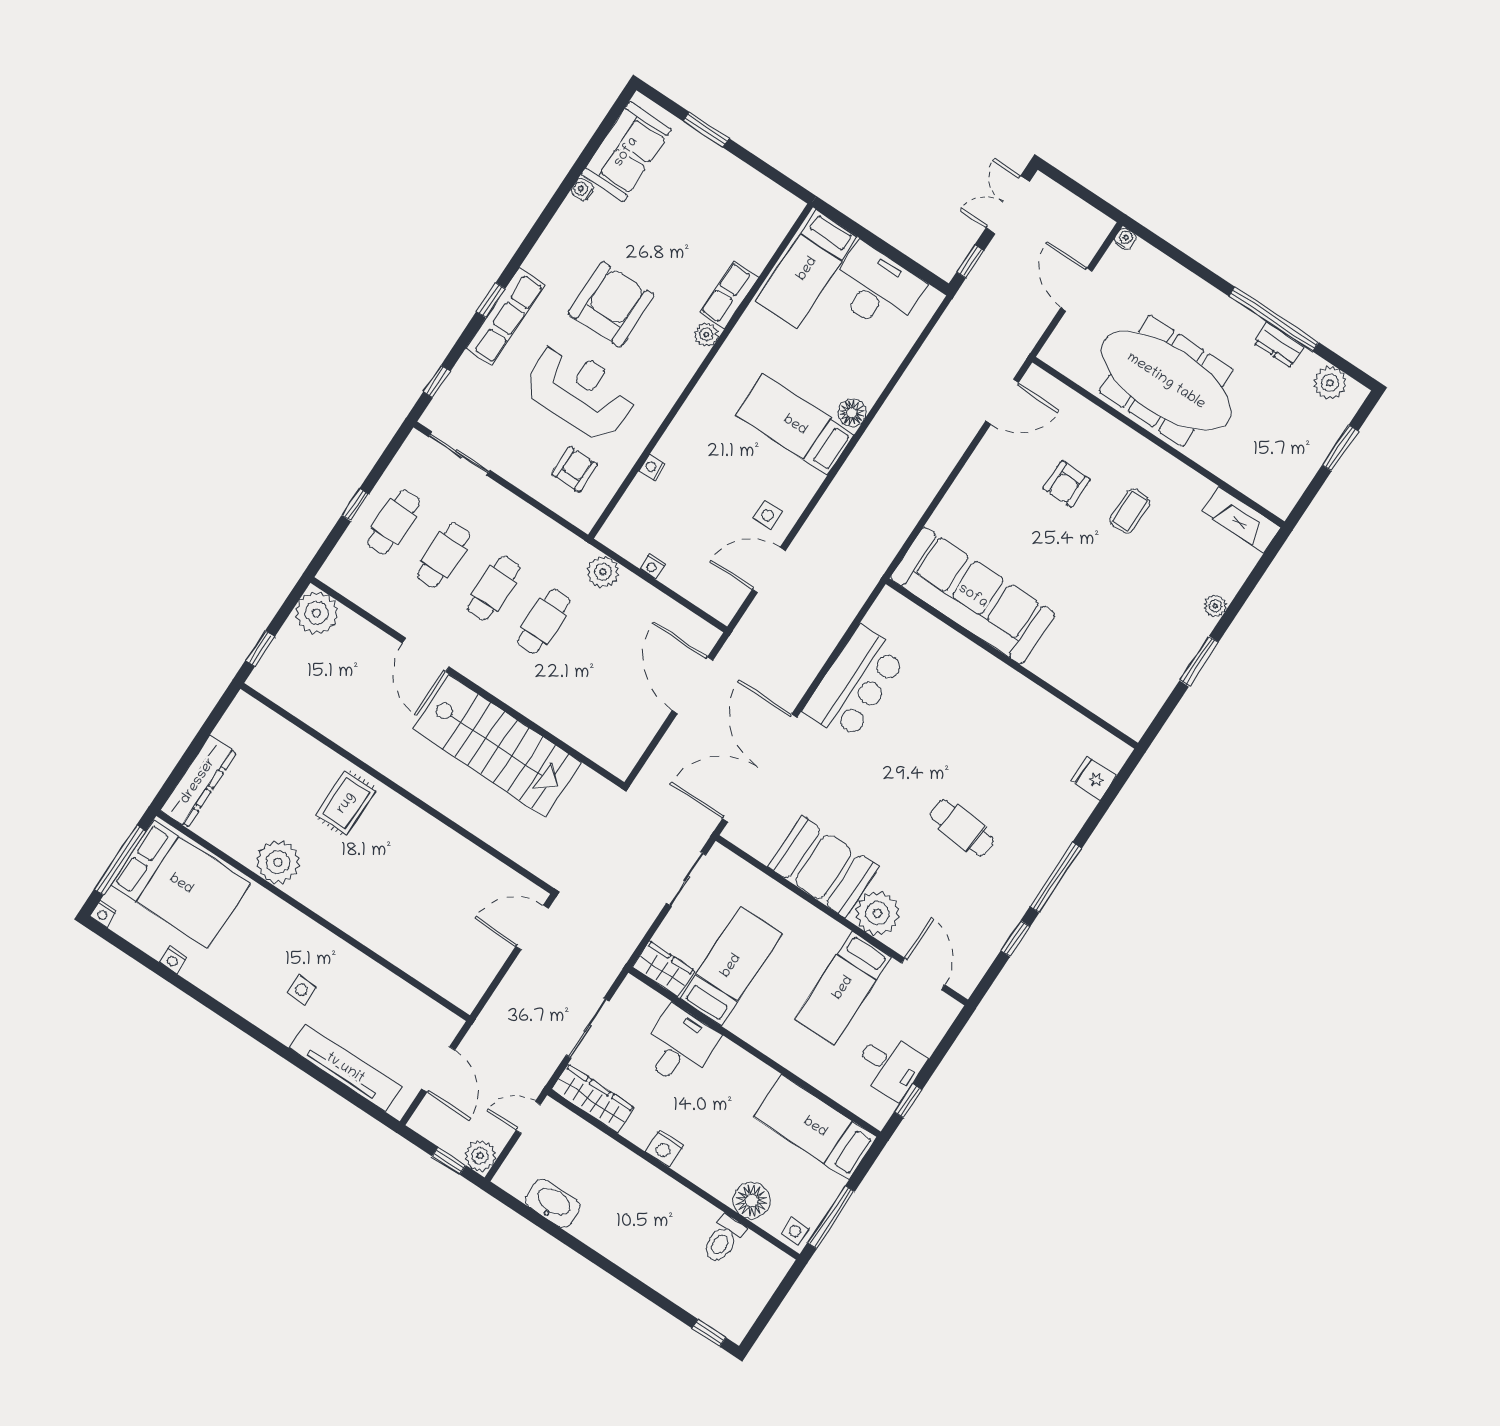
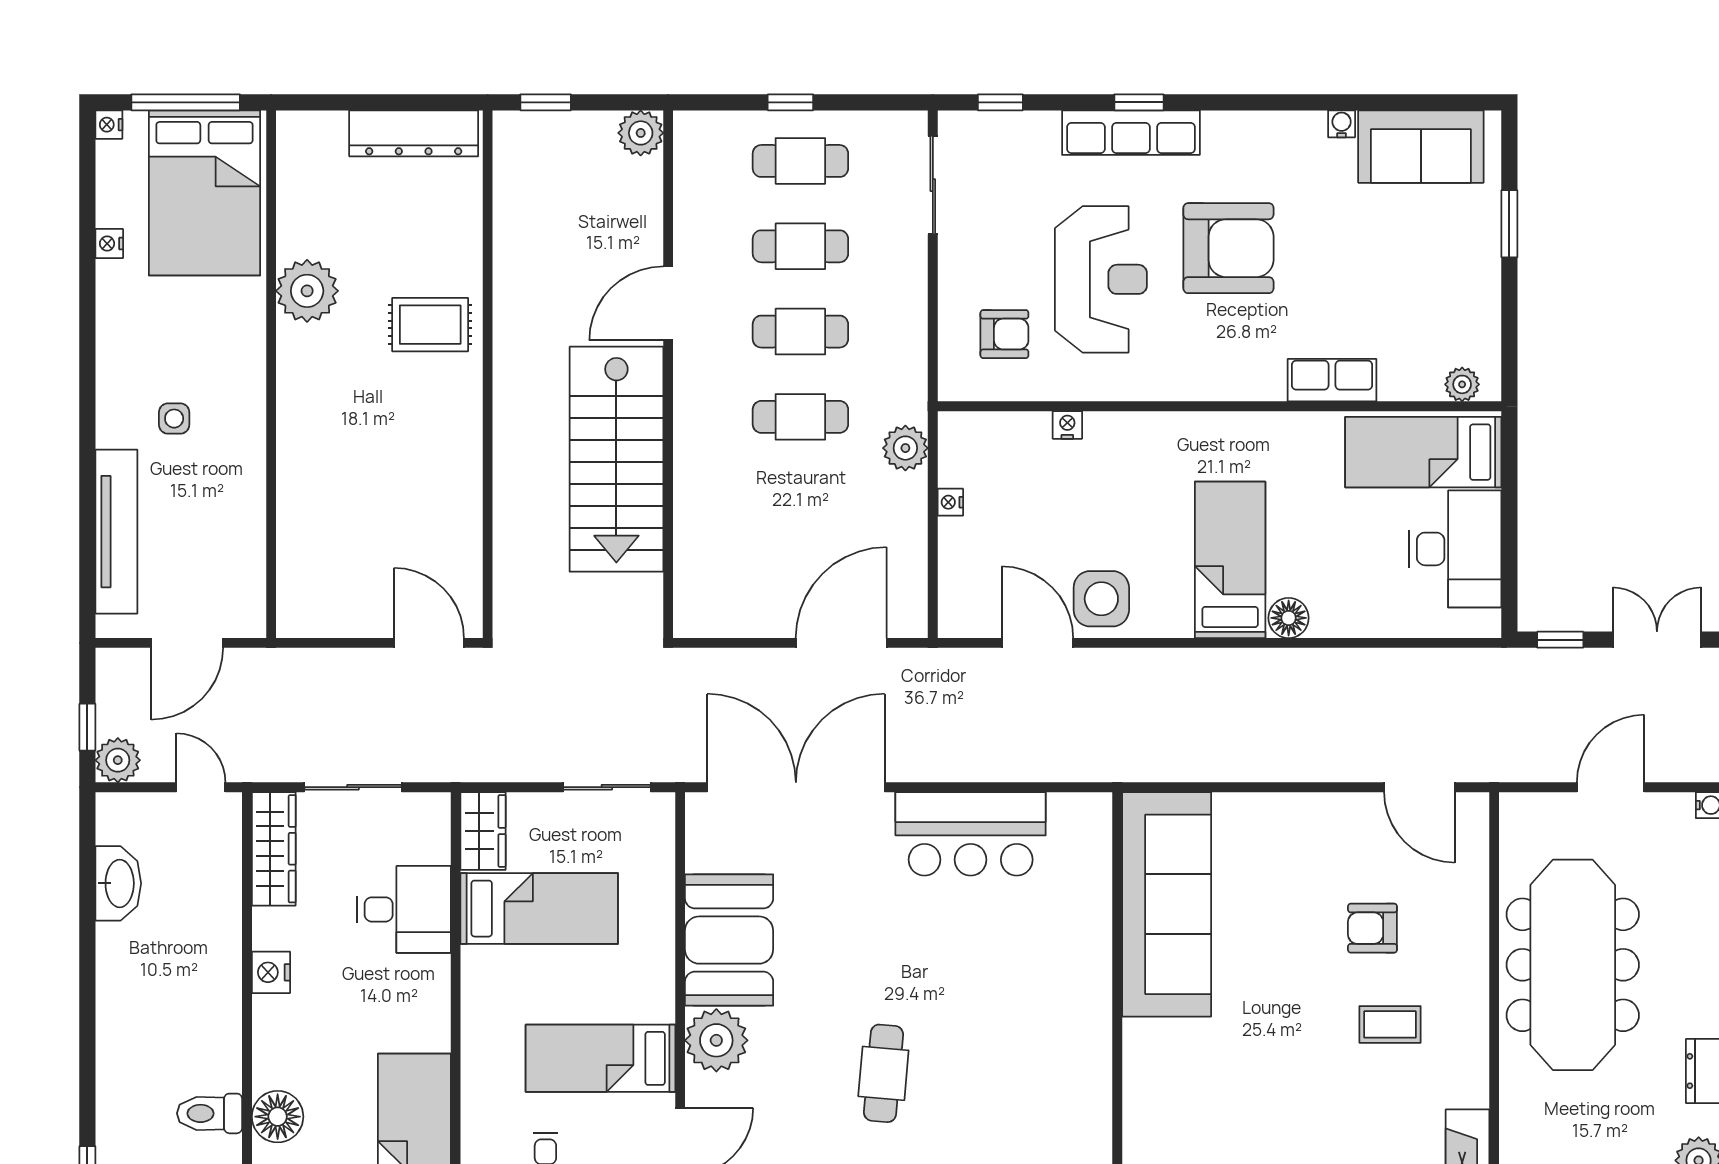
plant: (706, 334) -> (1462, 384), moved
side table: (768, 515) -> (1101, 599), width x1.87, depth x1.87
plant: (317, 613) -> (641, 133), width x0.73, depth x0.73
dresser: (198, 781) -> (414, 133), moved

